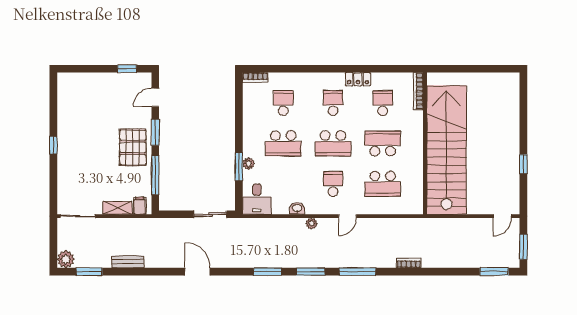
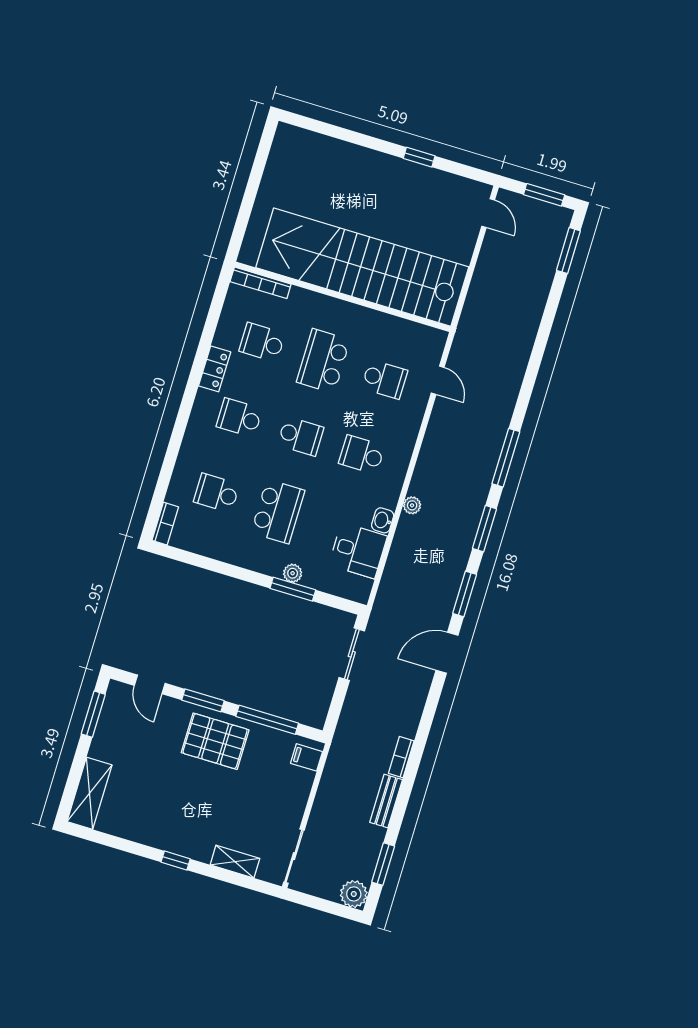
window: (127, 69) -> (93, 714), width x1.50
shelving: (78, 81) -> (89, 793), added
school desk: (333, 143) -> (301, 436), width x0.54
school desk: (383, 184) -> (384, 379), width x0.54
desk: (257, 199) -> (358, 551), moved
shelving: (117, 208) -> (235, 862), moved, turned 90
door: (347, 216) -> (438, 380), moved
bookcase: (409, 263) -> (401, 757), moved
door: (197, 272) -> (447, 653), moved

